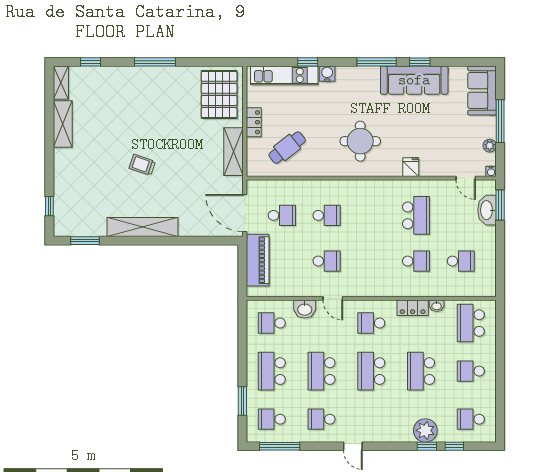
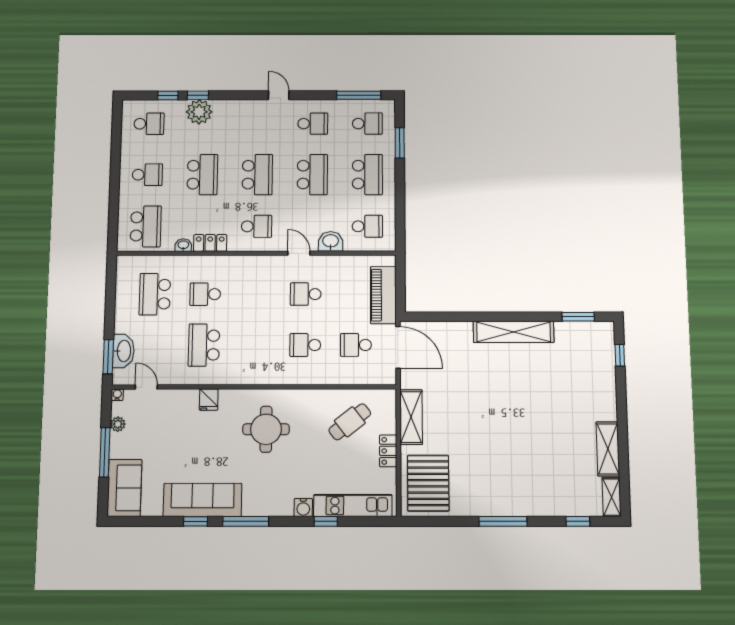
trolley: (142, 165) -> (515, 402), removed
school desk: (461, 261) -> (155, 294), width x1.85

